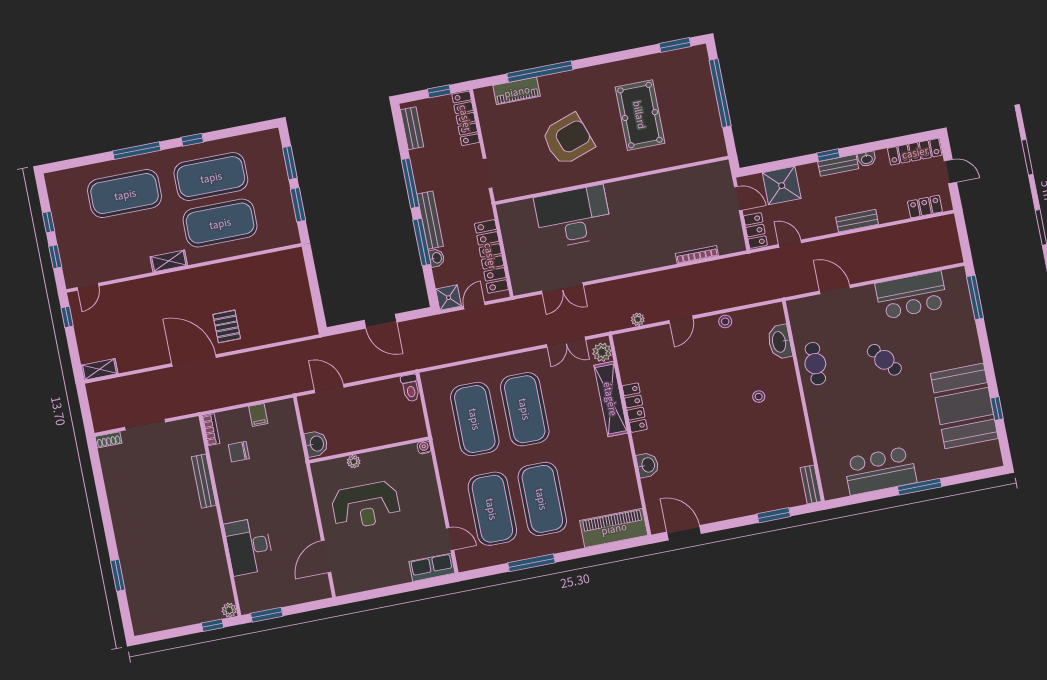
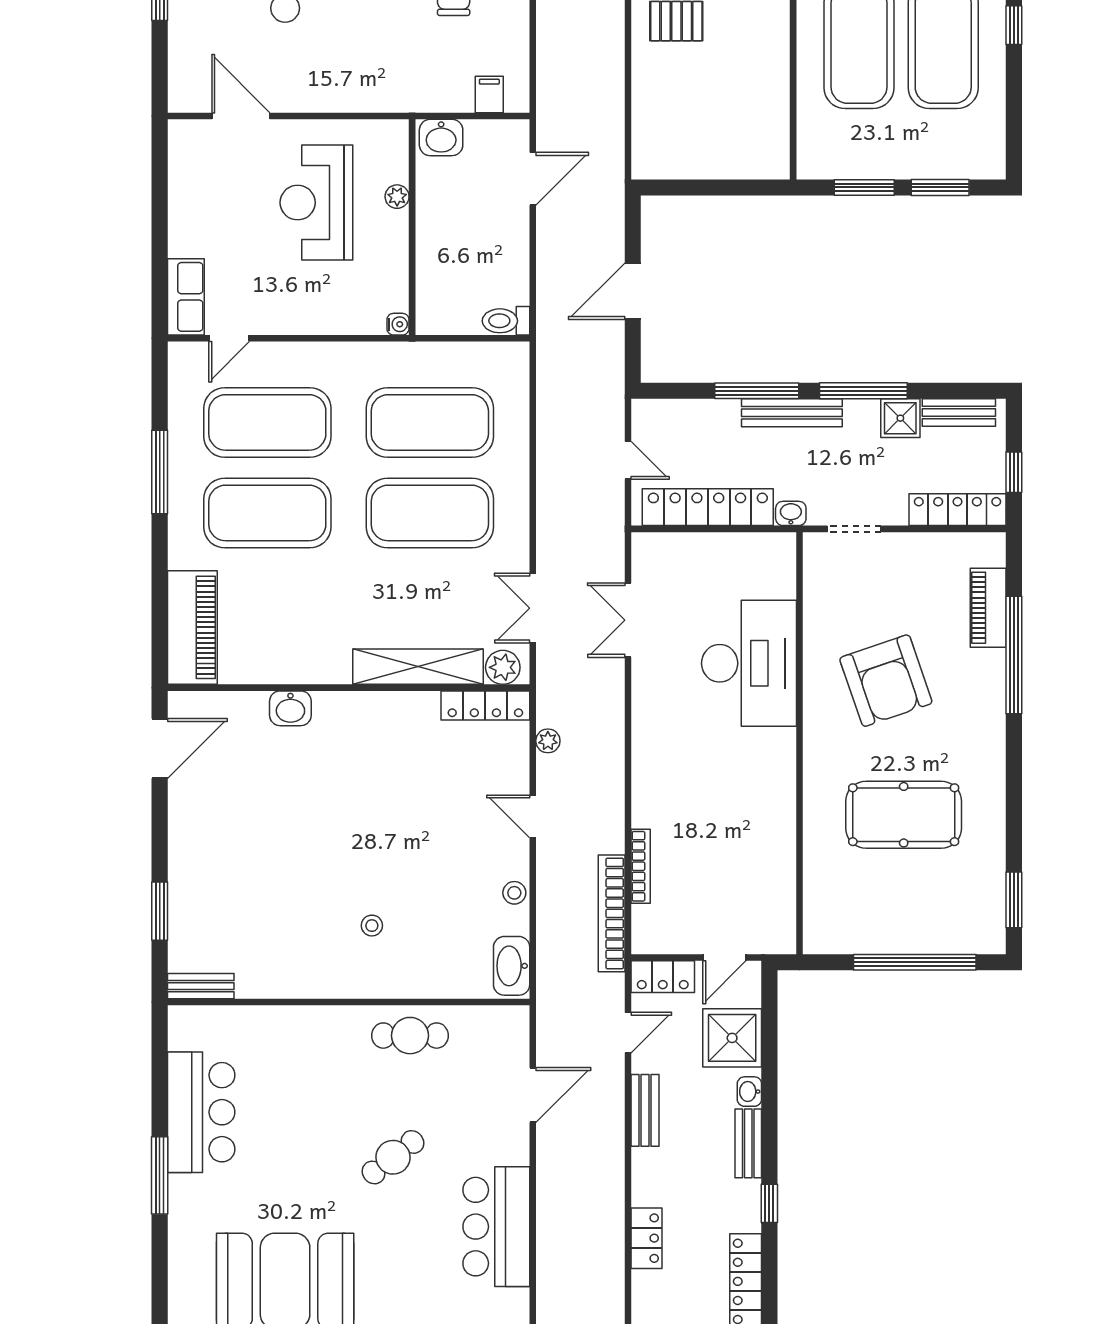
window: (828, 155) -> (769, 1203), moved
washbasin: (867, 159) -> (749, 1092), moved
locker: (925, 207) -> (647, 1238), moved
bench: (857, 221) -> (645, 1110), moved
washbasin: (437, 258) -> (791, 513), moved, turned 180
bookcase: (726, 266) -> (612, 913), added
shower: (448, 298) -> (900, 418), moved
washbasin: (780, 342) -> (512, 966), moved, turned -90
locker: (635, 408) -> (485, 705), moved
filing cabinet: (258, 415) -> (489, 94), moved, turned 90

